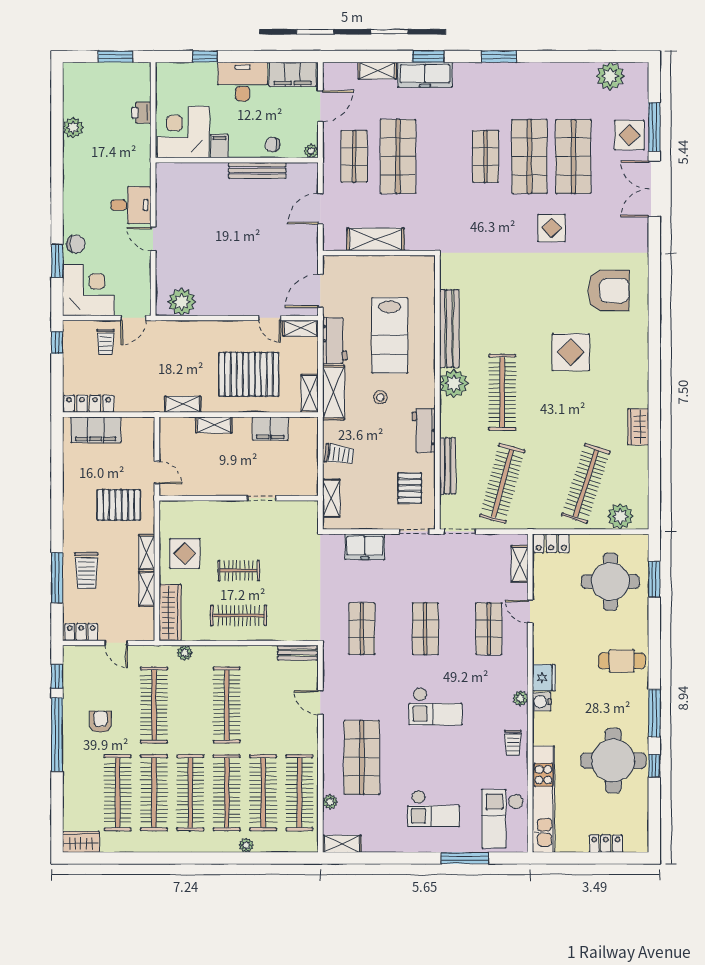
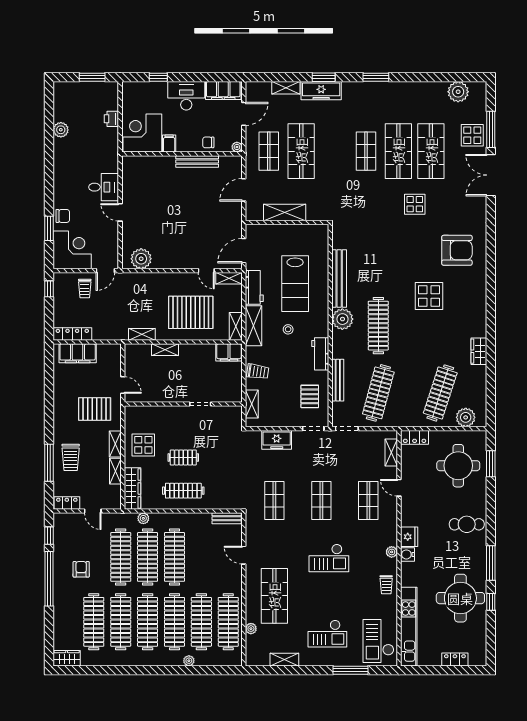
filing cabinet: (270, 429) -> (229, 352), moved
clothes rail: (190, 705) -> (148, 557), added
shelving: (342, 844) -> (284, 660), moved

